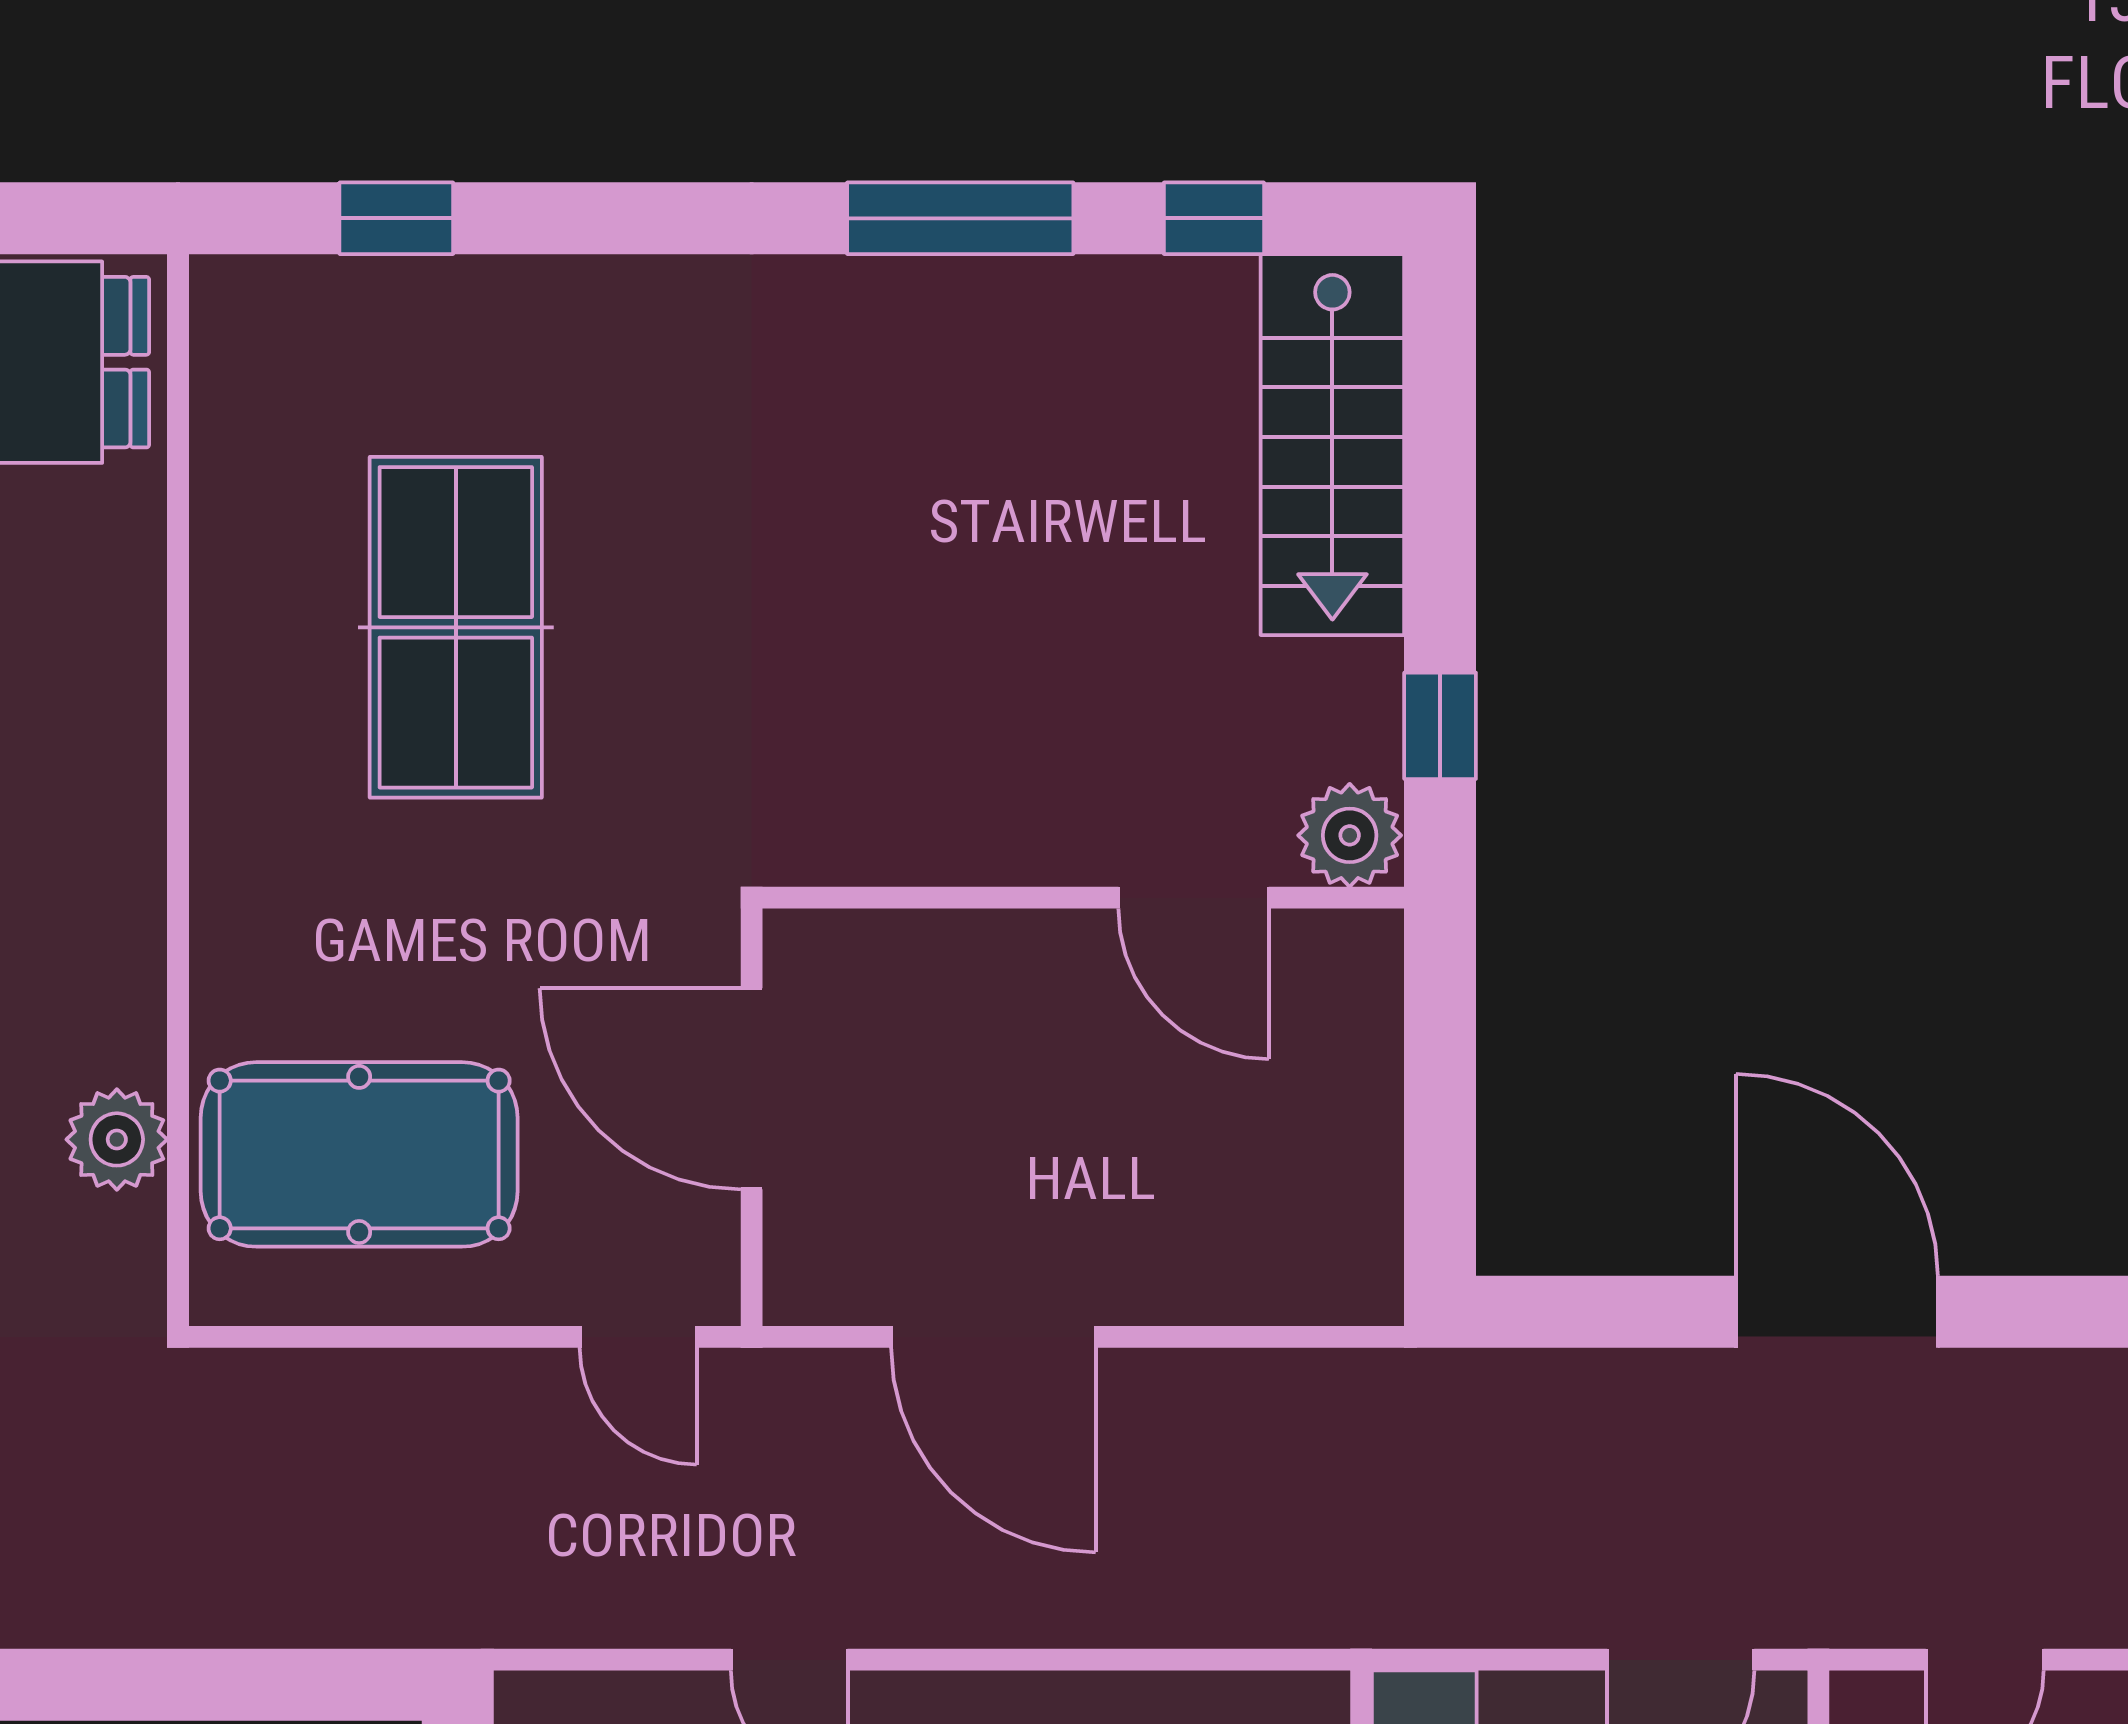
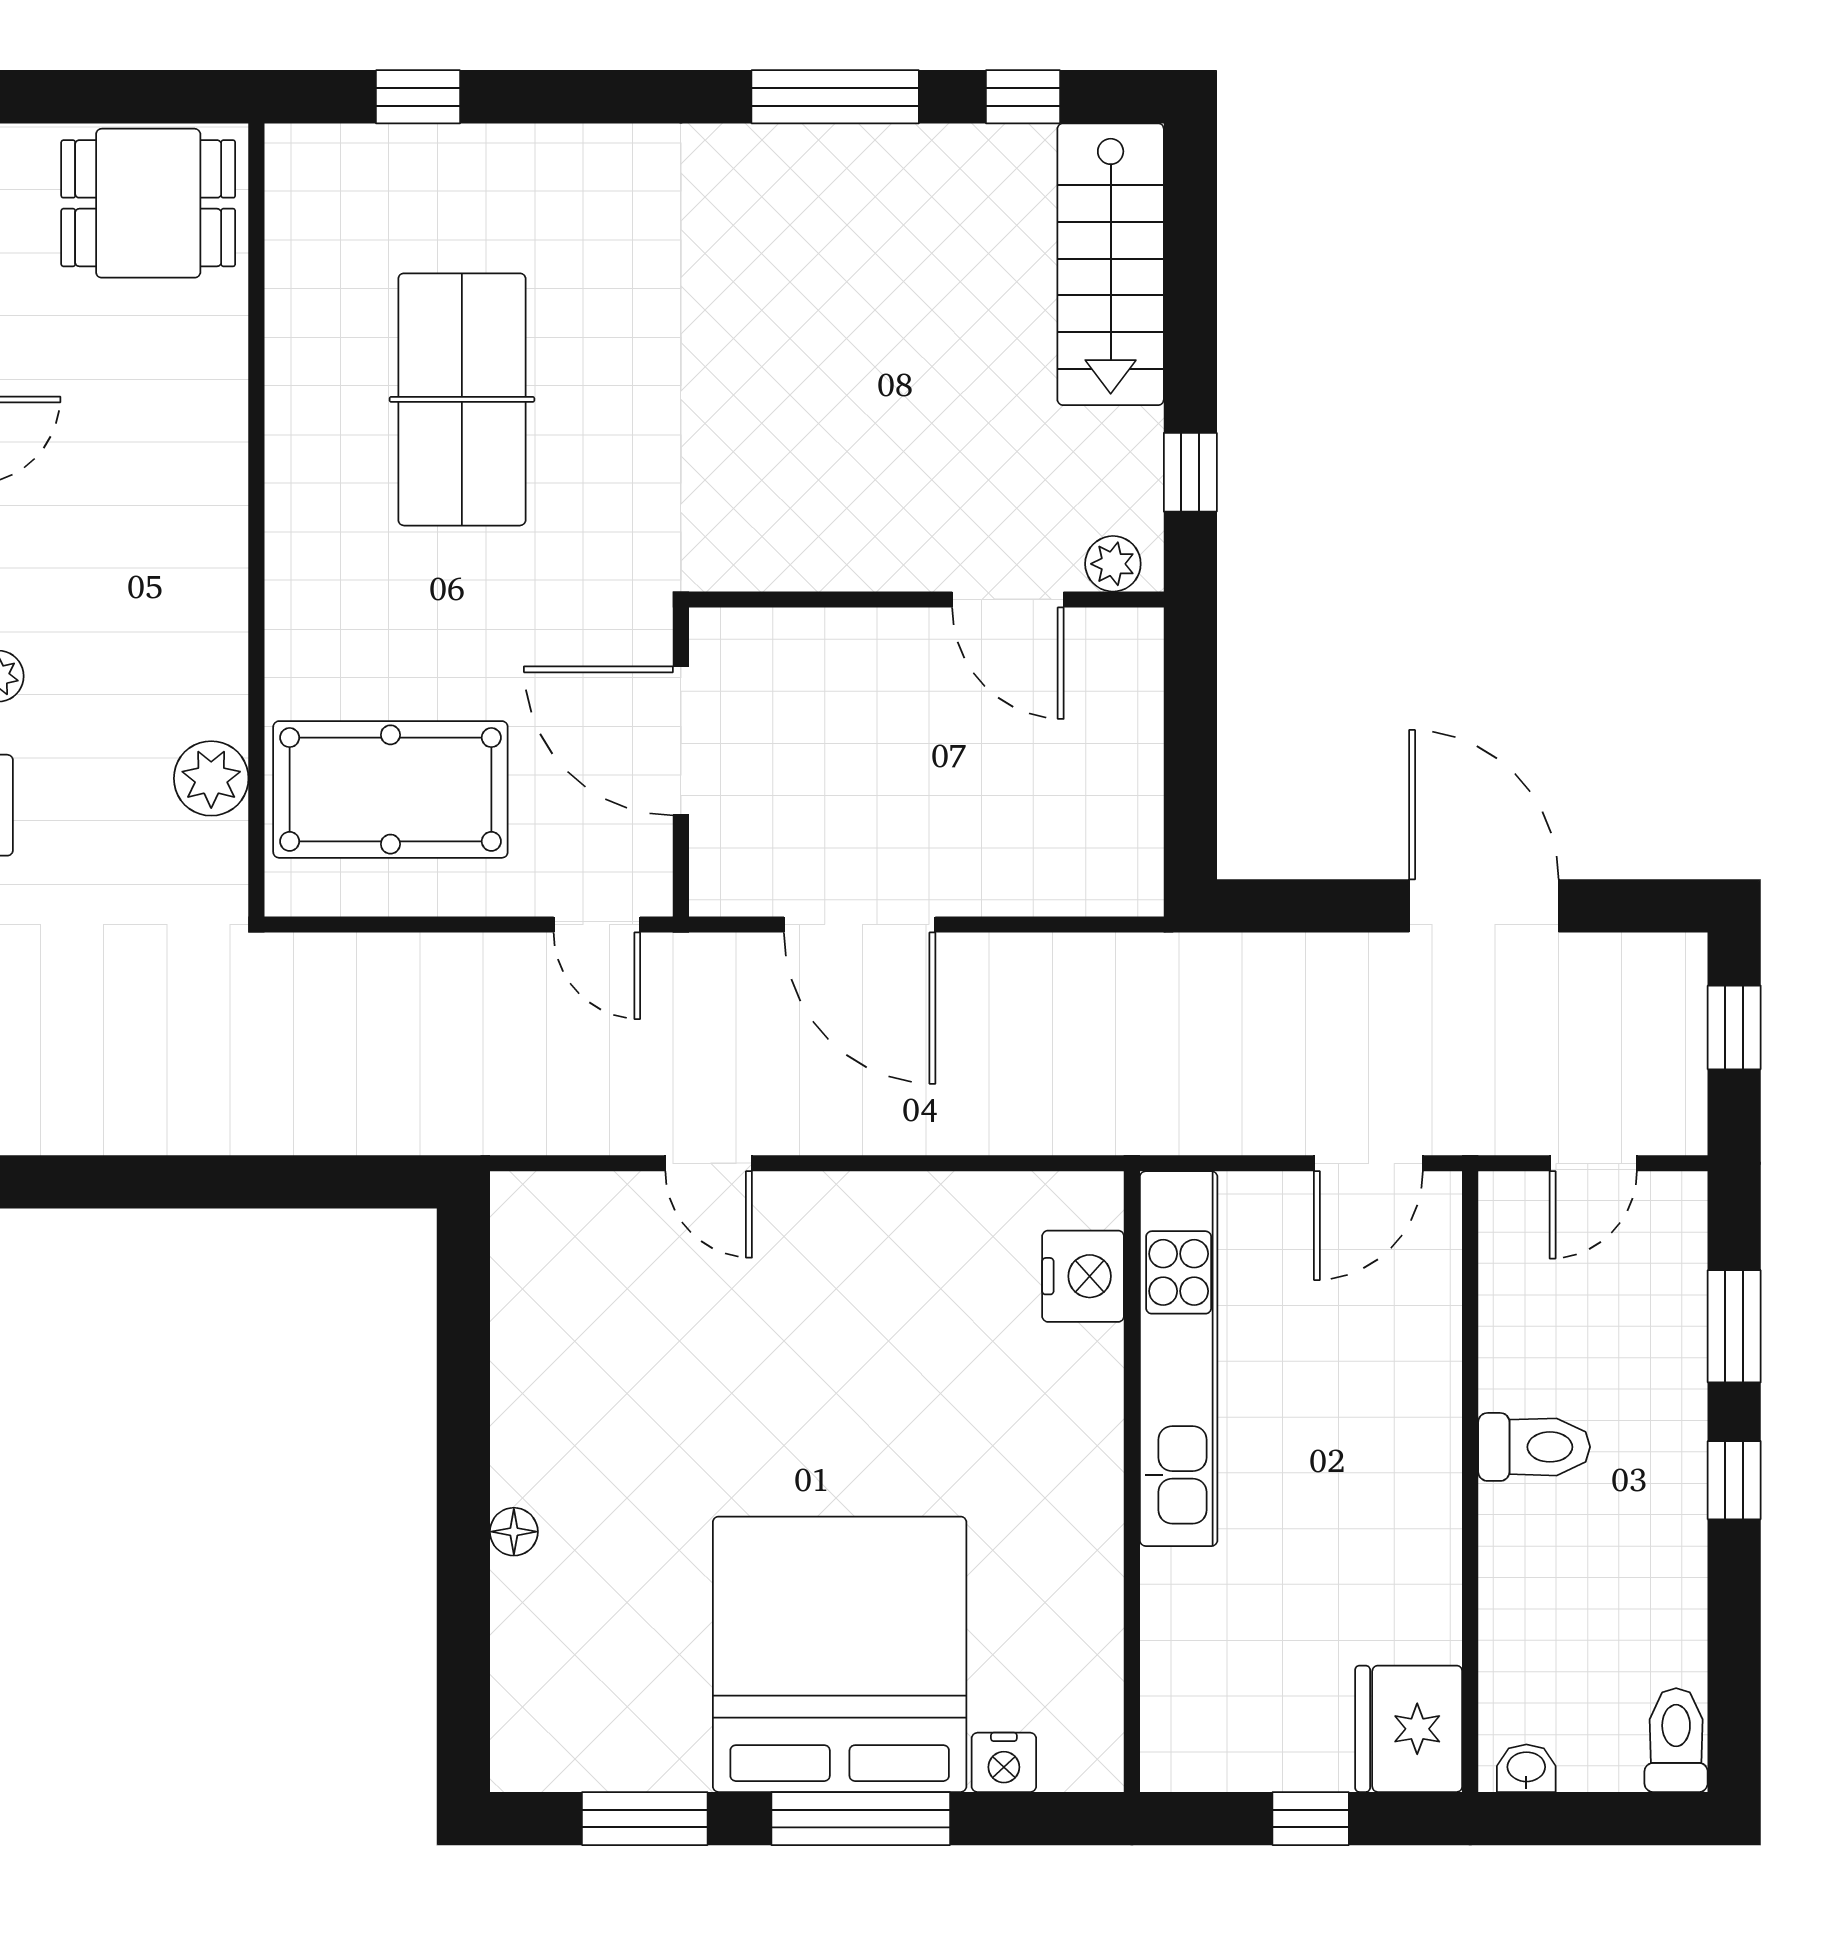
plant: (1350, 835) -> (1113, 564), width x0.73, depth x0.73

